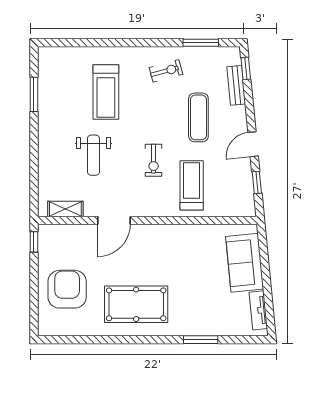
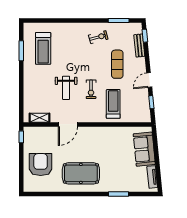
treadmill: (106, 92) -> (43, 48), moved
weight bench: (93, 155) -> (66, 88), moved

